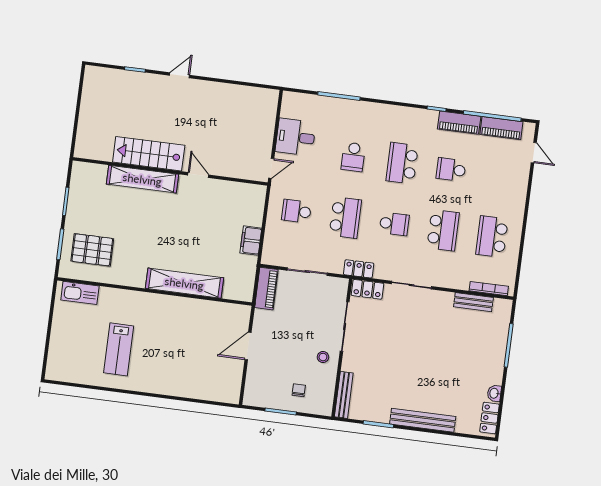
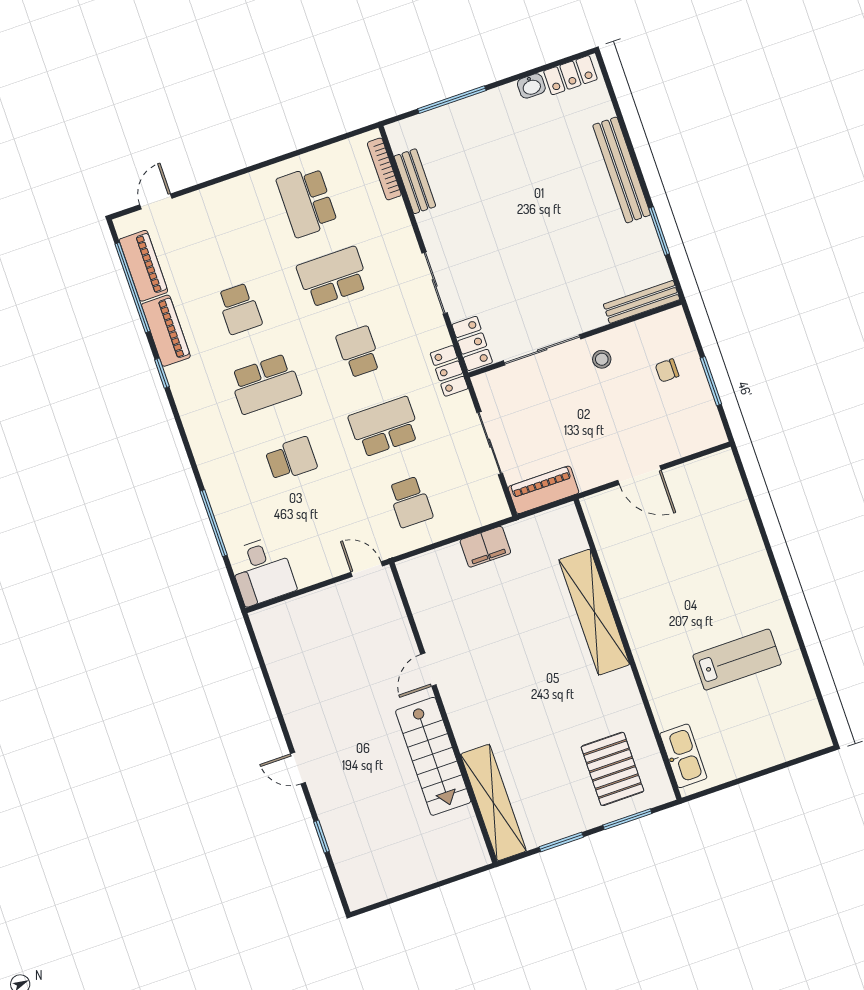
desk: (296, 137) -> (262, 571), moved
shelving: (142, 179) -> (493, 803), moved
school desk: (492, 237) -> (307, 202), turned 90

